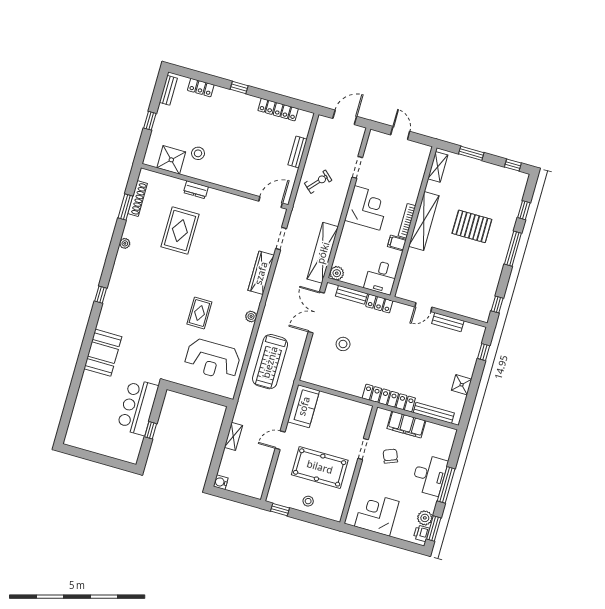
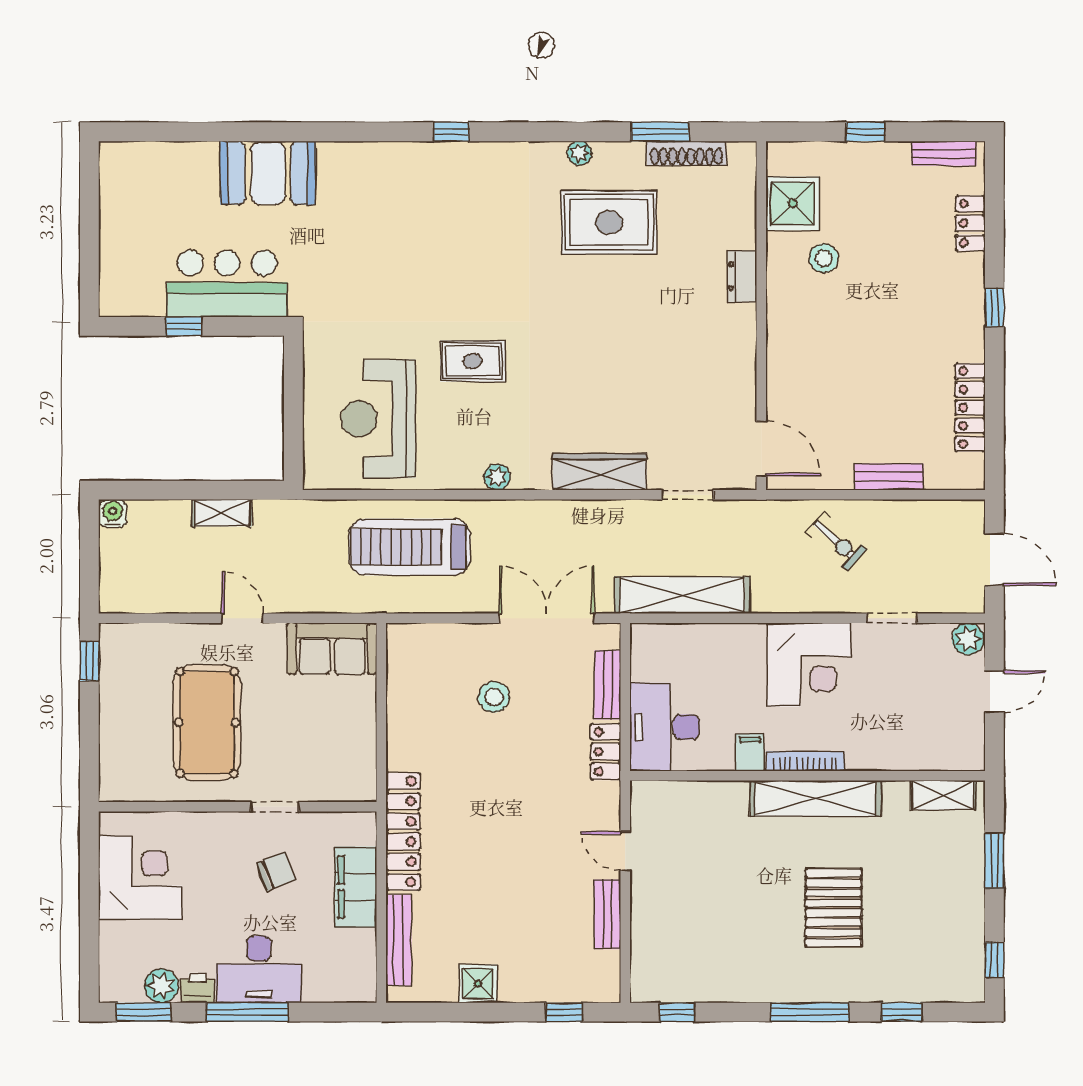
rug: (180, 231) -> (609, 222), moved
plant: (337, 273) -> (968, 639), moved
desk: (381, 277) -> (665, 727), width x1.37
booth: (103, 353) -> (268, 173), moved
stool: (308, 501) -> (126, 718), removed
printer: (421, 533) -> (197, 988), moved

